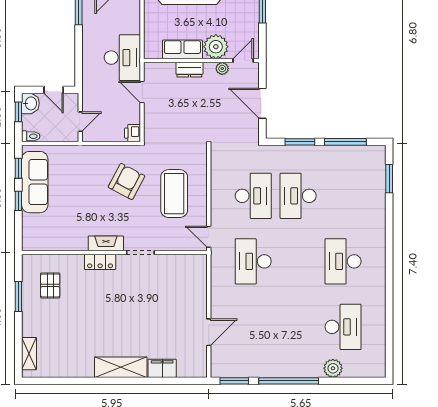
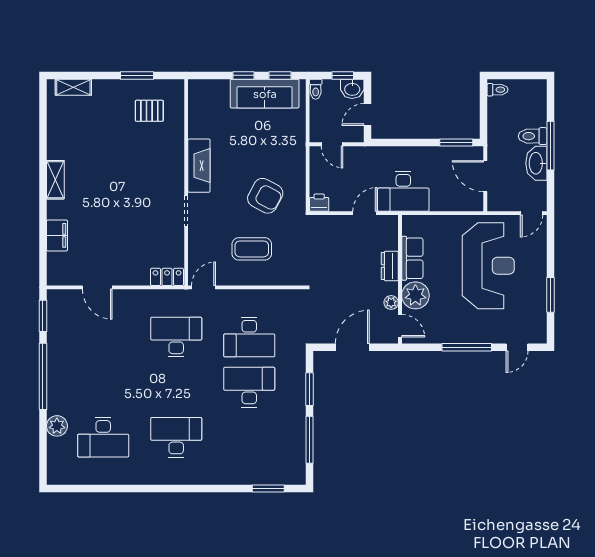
coffee table: (174, 194) -> (252, 249), width x0.73, depth x0.76
fireplace: (106, 243) -> (199, 166), width x1.37, depth x1.32
locker: (100, 262) -> (167, 277), moved, turned 90
shelving: (121, 367) -> (55, 180), width x0.67, depth x0.75

